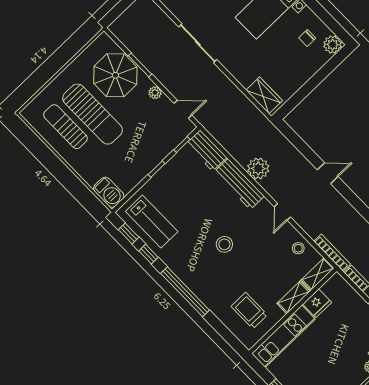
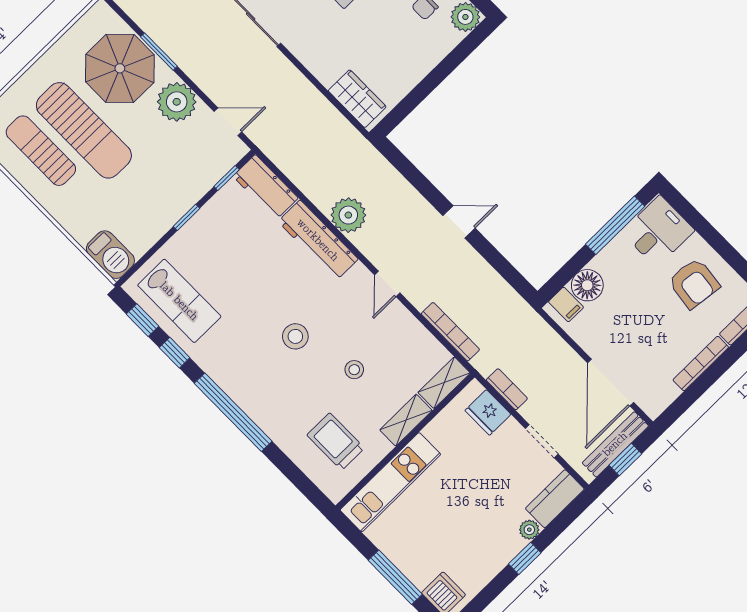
plant: (155, 93) -> (177, 102), width x1.87, depth x1.87
stool: (298, 248) -> (354, 370), moved
bookcase: (332, 253) -> (450, 332), moved
fridge: (317, 303) -> (488, 412), moved, turned 90

